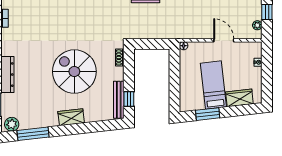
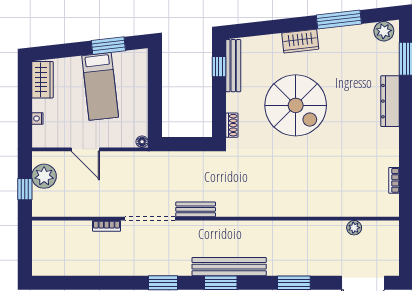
plant: (257, 25) -> (44, 176), width x1.88, depth x1.88
wardrobe: (239, 98) -> (42, 80), moved, turned -84
window: (33, 134) -> (339, 19), moved

